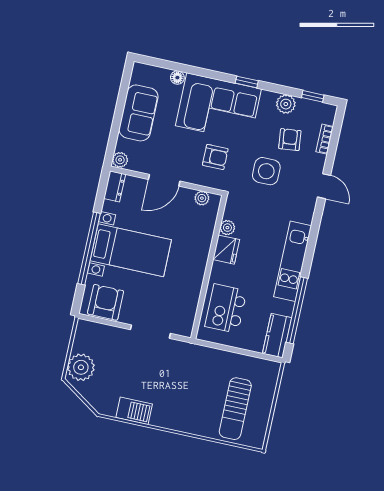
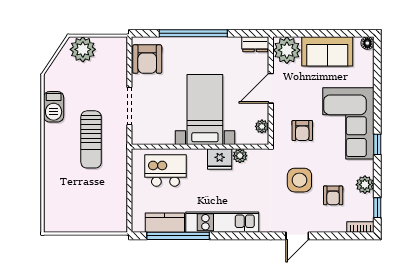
floor lamp: (177, 78) -> (367, 43), moved
bookcase: (325, 139) -> (360, 227), moved
armchair: (290, 140) -> (333, 195), turned 96
plant: (120, 160) -> (287, 50), width x1.88, depth x1.88
door: (164, 180) -> (271, 88), hinge flipped
bed with nightstands: (131, 250) -> (205, 109), moved, turned 180
armchair: (106, 302) -> (147, 59), turned 90
kitchen counter: (277, 336) -> (165, 223), moved
sun lounger: (235, 409) -> (91, 139), moved, turned -90

